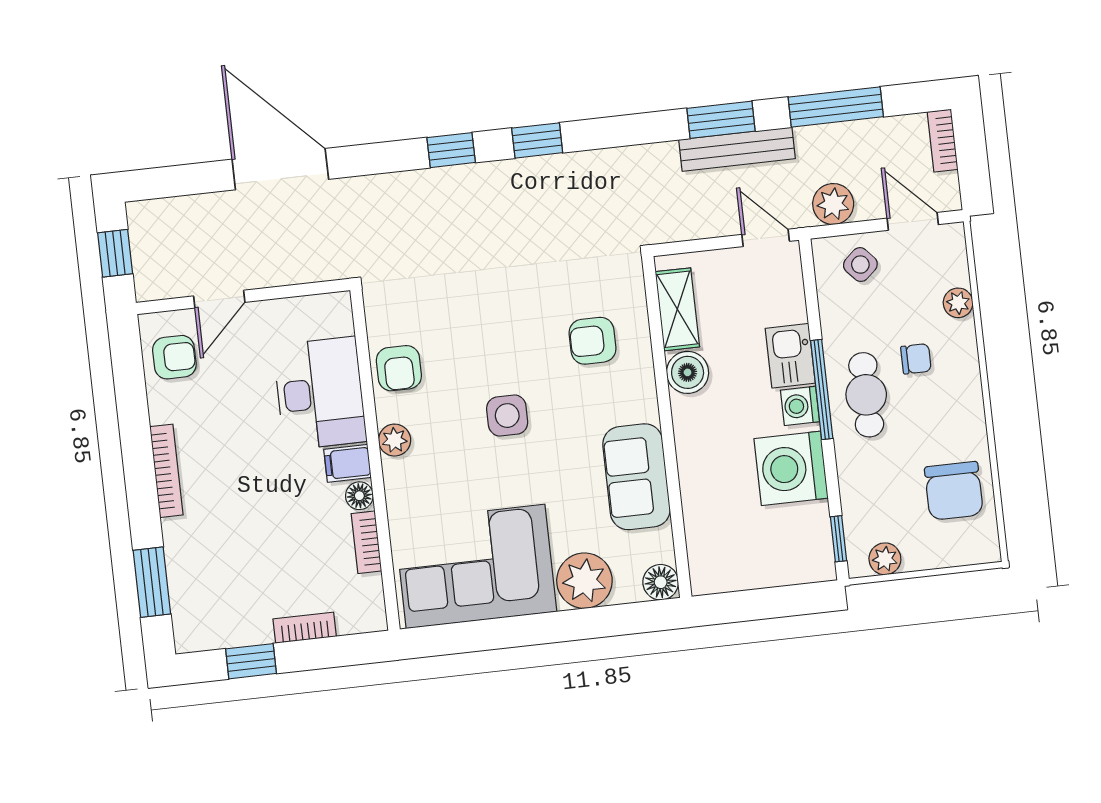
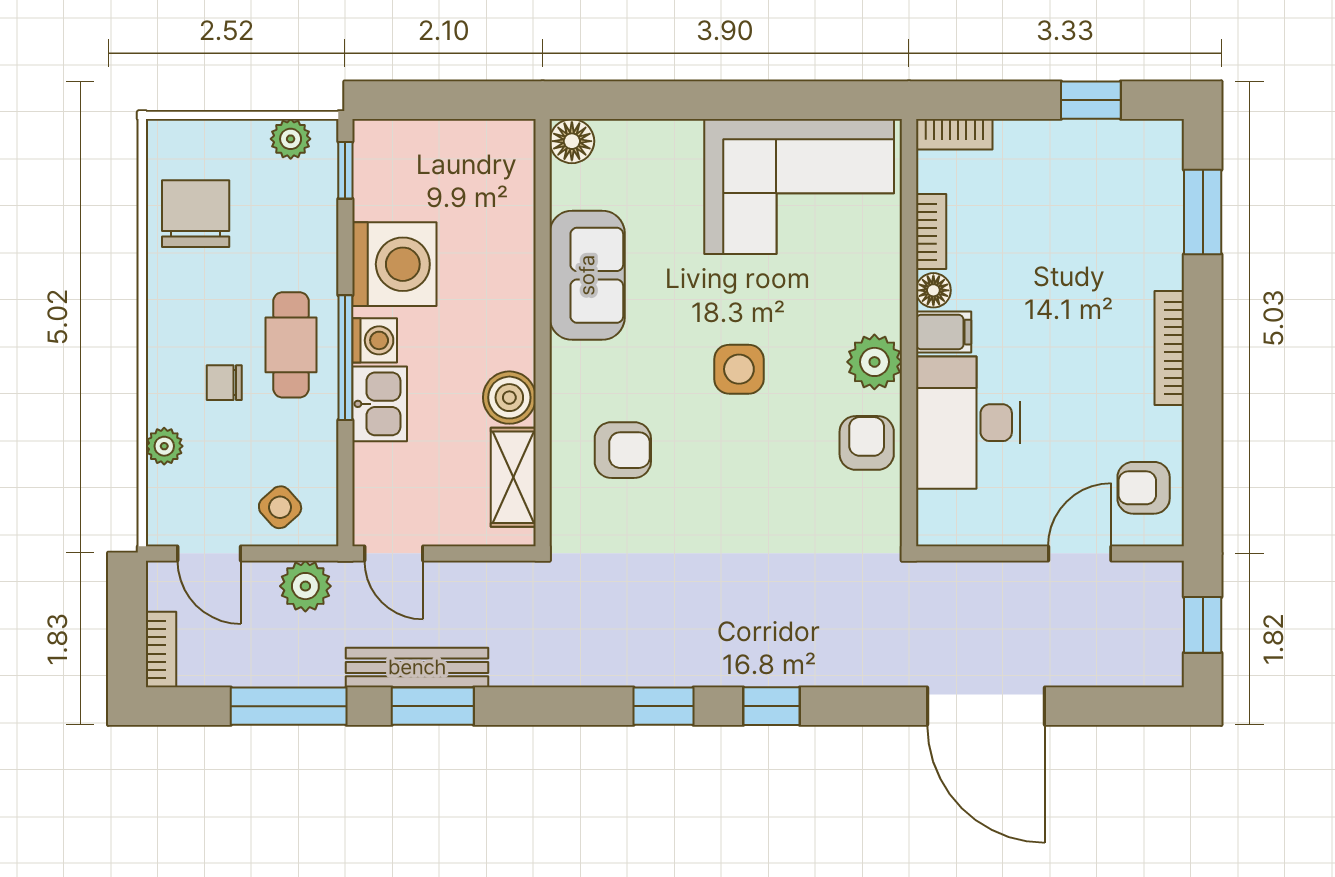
plant: (395, 440) -> (874, 362), width x1.38, depth x1.38
plant: (584, 581) -> (666, 154), removed
bookcase: (305, 628) -> (954, 134), moved

